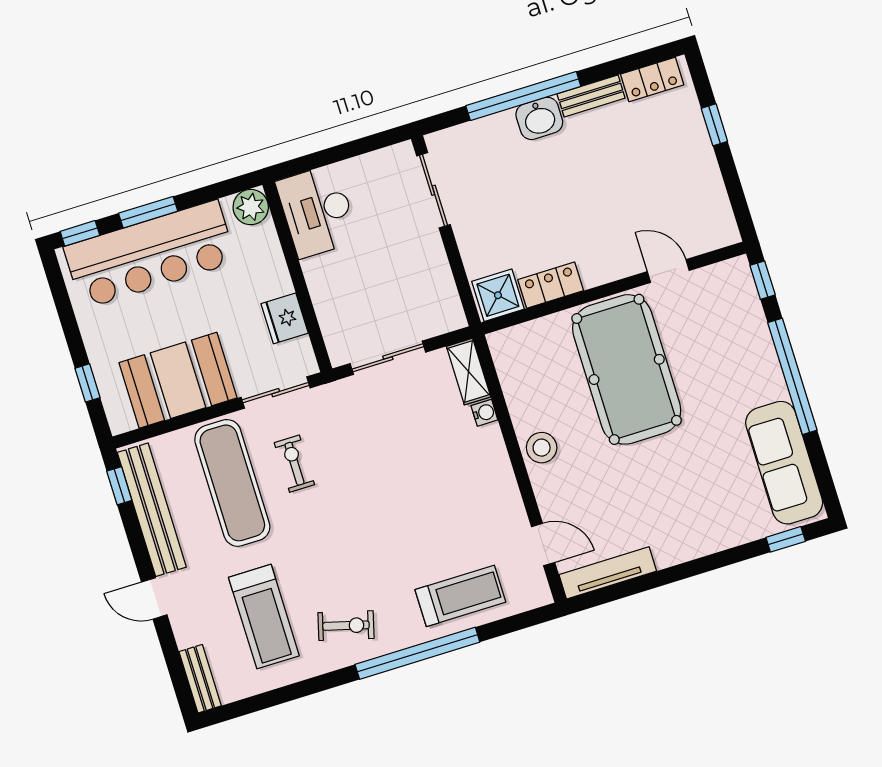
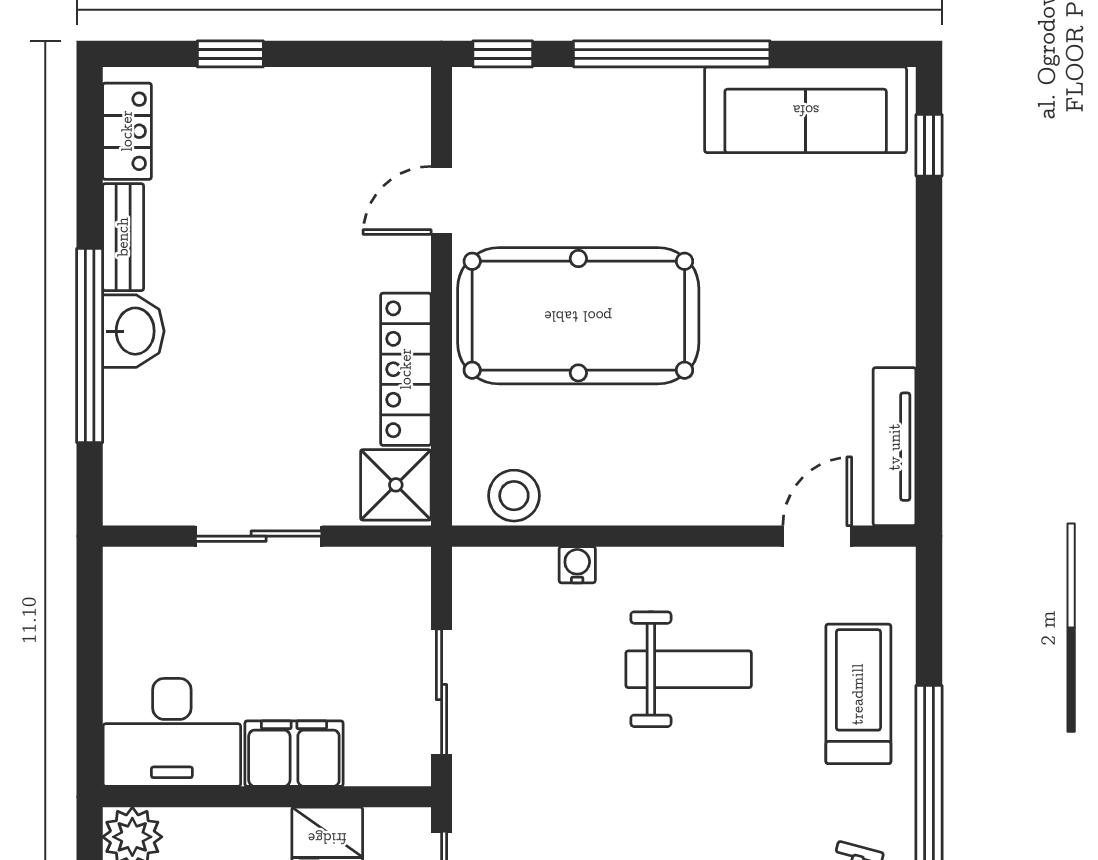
sliding door: (433, 190) -> (259, 536), moved
filing cabinet: (327, 285) -> (294, 754), added
locker: (551, 285) -> (406, 369), width x1.53
shelving: (469, 372) -> (503, 570), removed
stool: (542, 448) -> (514, 496), moved
weight bench: (445, 495) -> (689, 669), added

